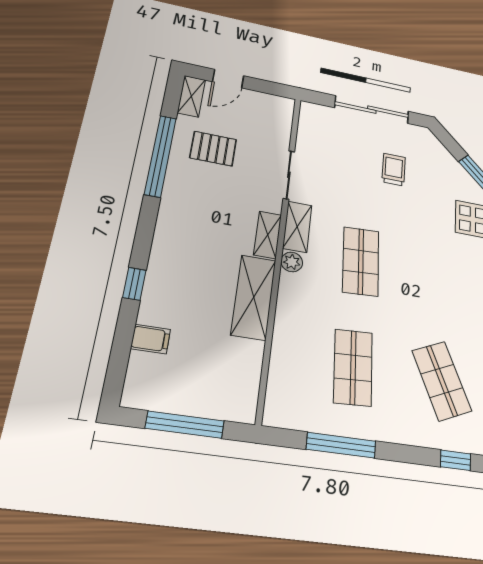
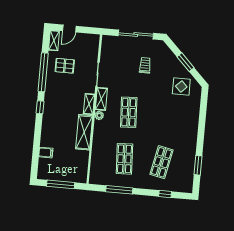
window: (134, 284) -> (40, 107), moved
shop shelf: (442, 381) -> (161, 162), turned 36

